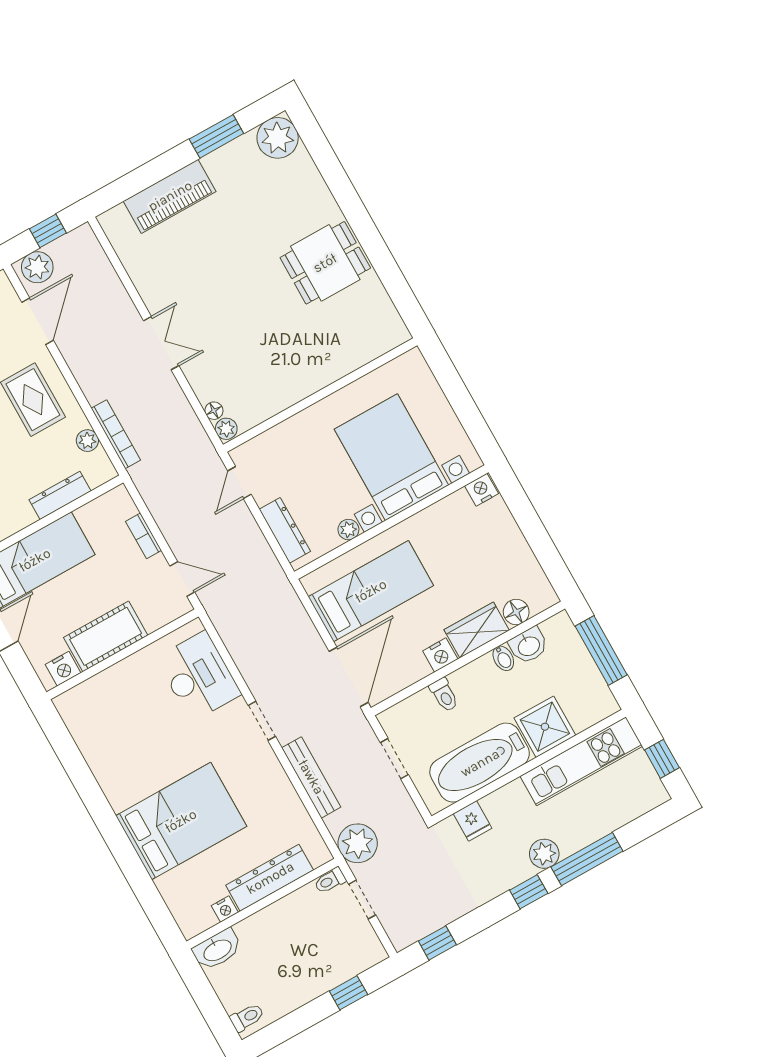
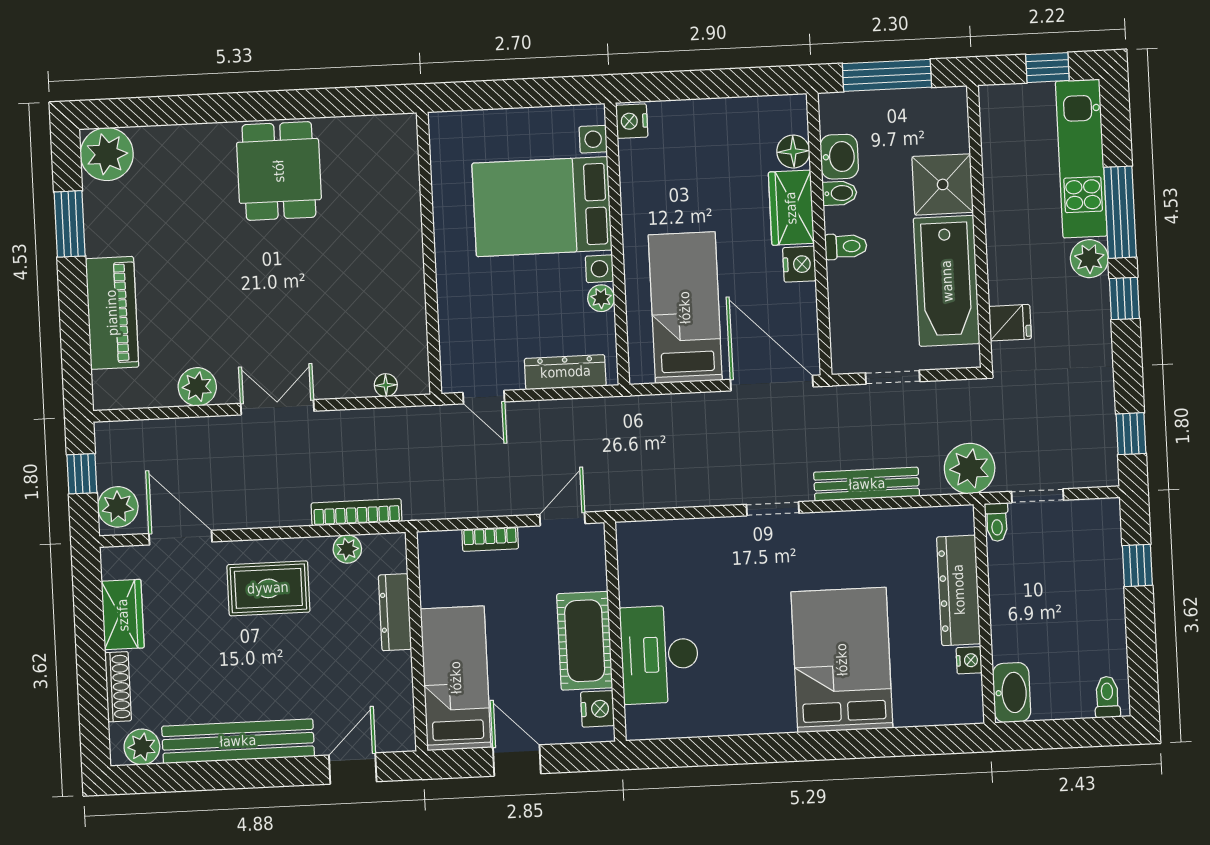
plant: (226, 429) -> (197, 387), moved, width x1.38, depth x1.38
desk: (198, 676) -> (659, 654), moved, turned -90
toilet: (444, 695) -> (846, 246), moved
kitchen unit: (581, 761) -> (1081, 159), moved, turned 180

